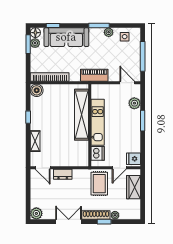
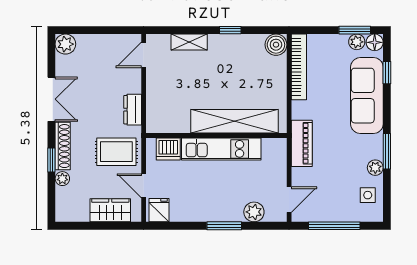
dresser: (63, 174) -> (133, 110), moved

